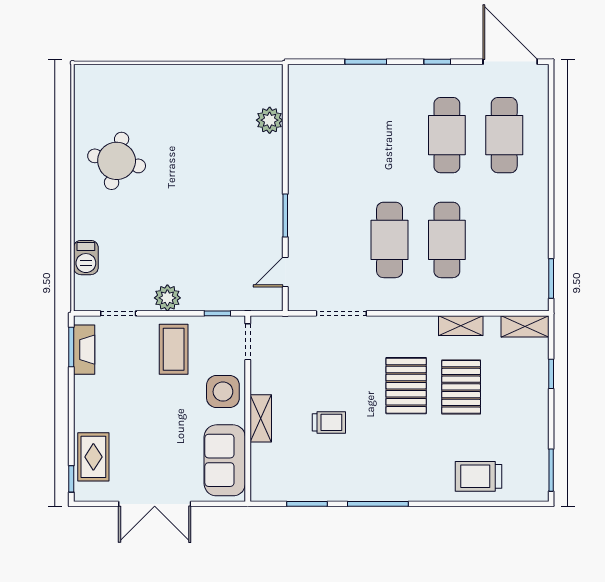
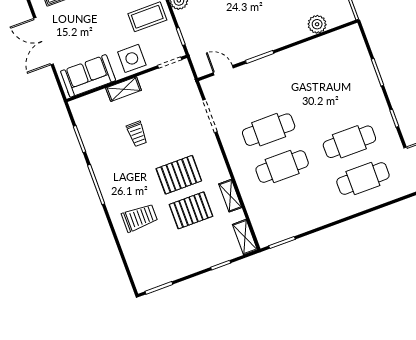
trolley: (479, 476) -> (139, 218), moved, turned 90

